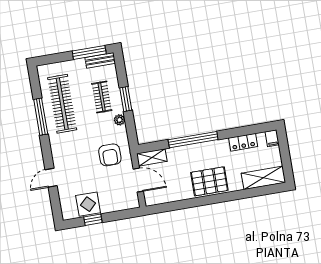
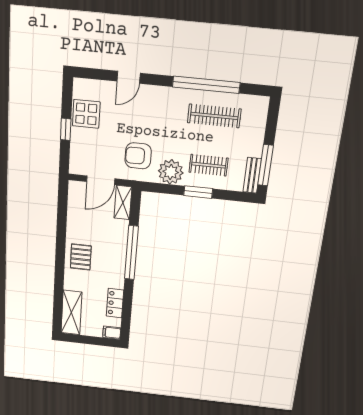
clothes rail: (62, 104) -> (214, 116), width x0.73, depth x0.76
window: (41, 117) -> (206, 85), width x1.46
plant: (120, 120) -> (171, 172), width x1.87, depth x1.87
door: (51, 178) -> (129, 77), swing flipped
pallet: (209, 181) -> (81, 257), width x0.67, depth x0.71
window: (93, 220) -> (66, 129), moved

